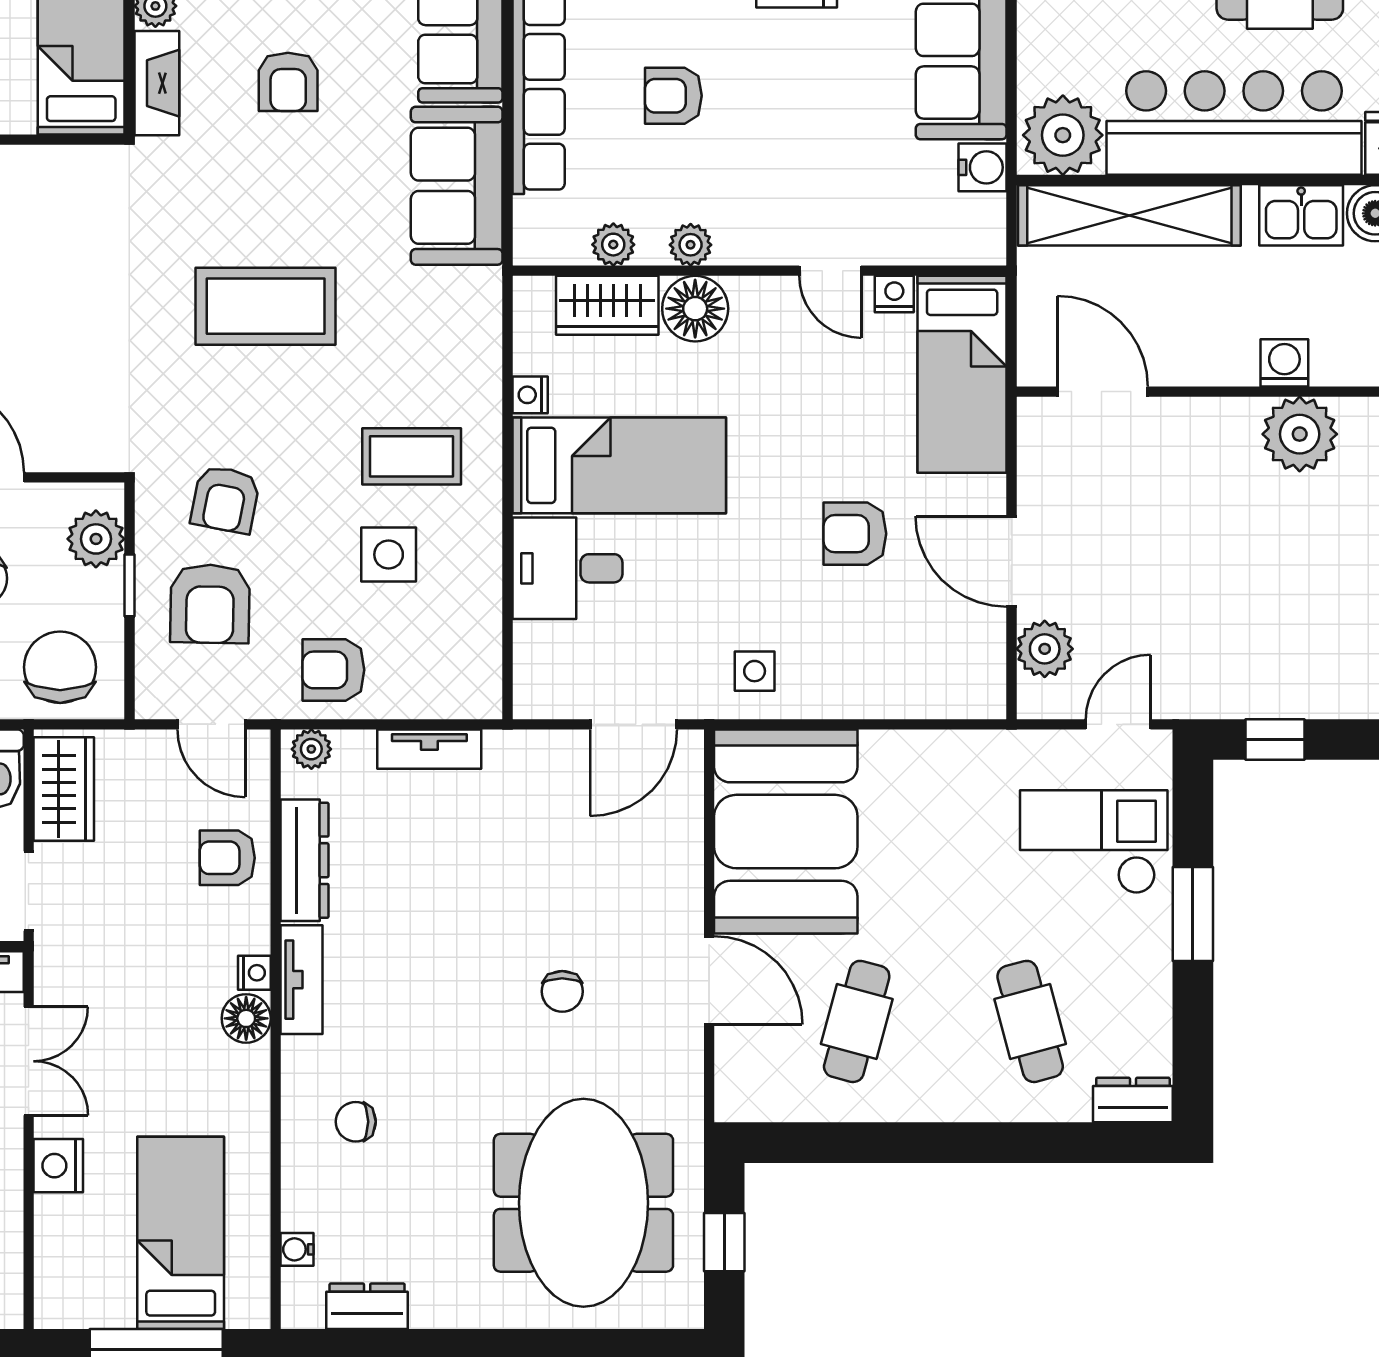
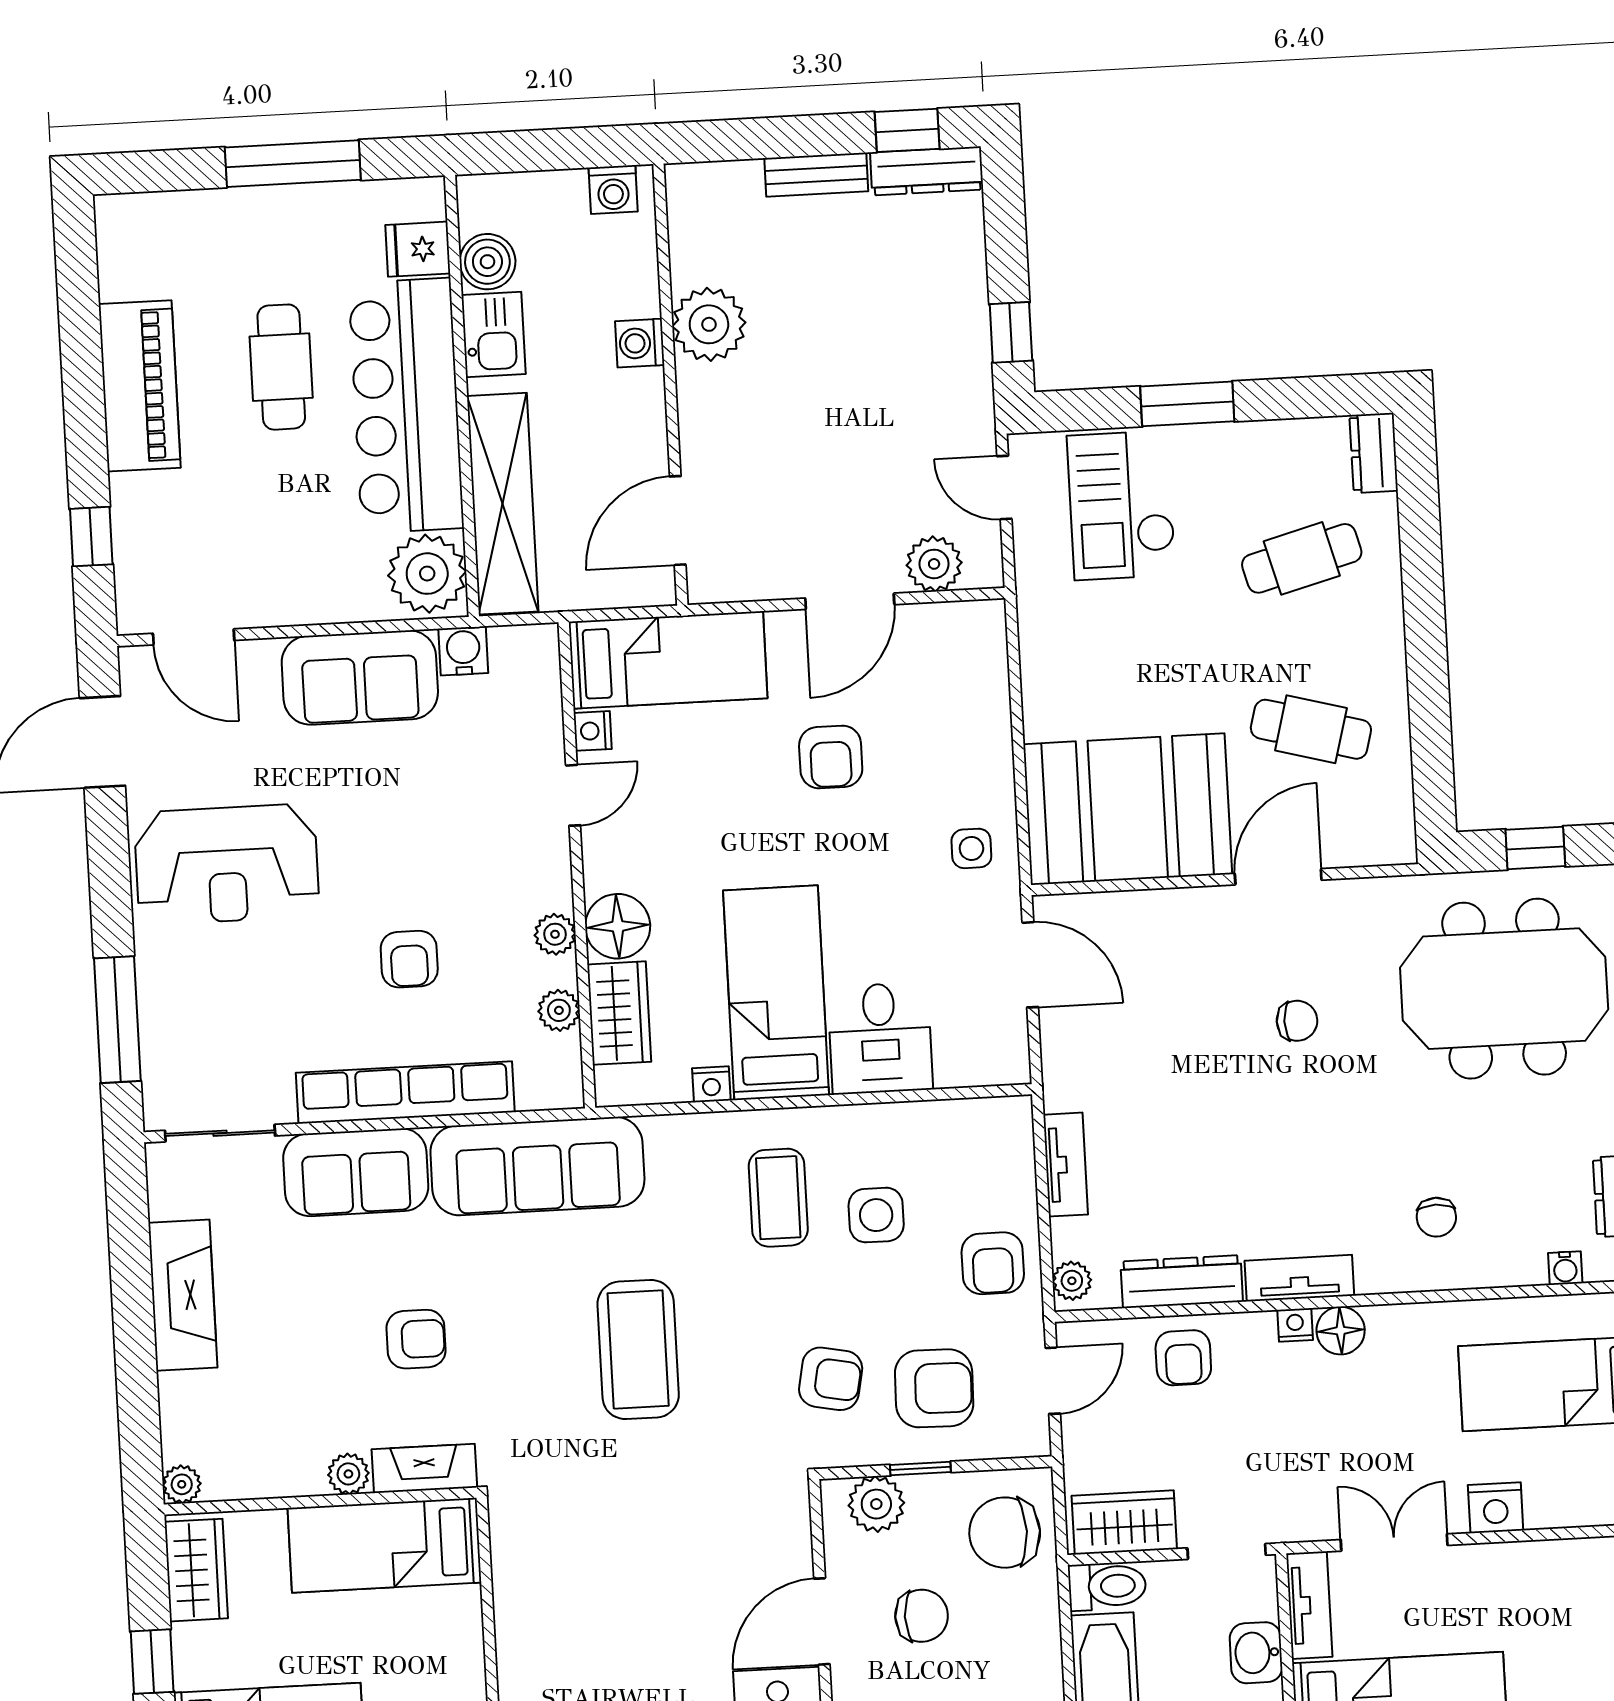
sofa: (457, 186) -> (537, 1166), width x1.36

